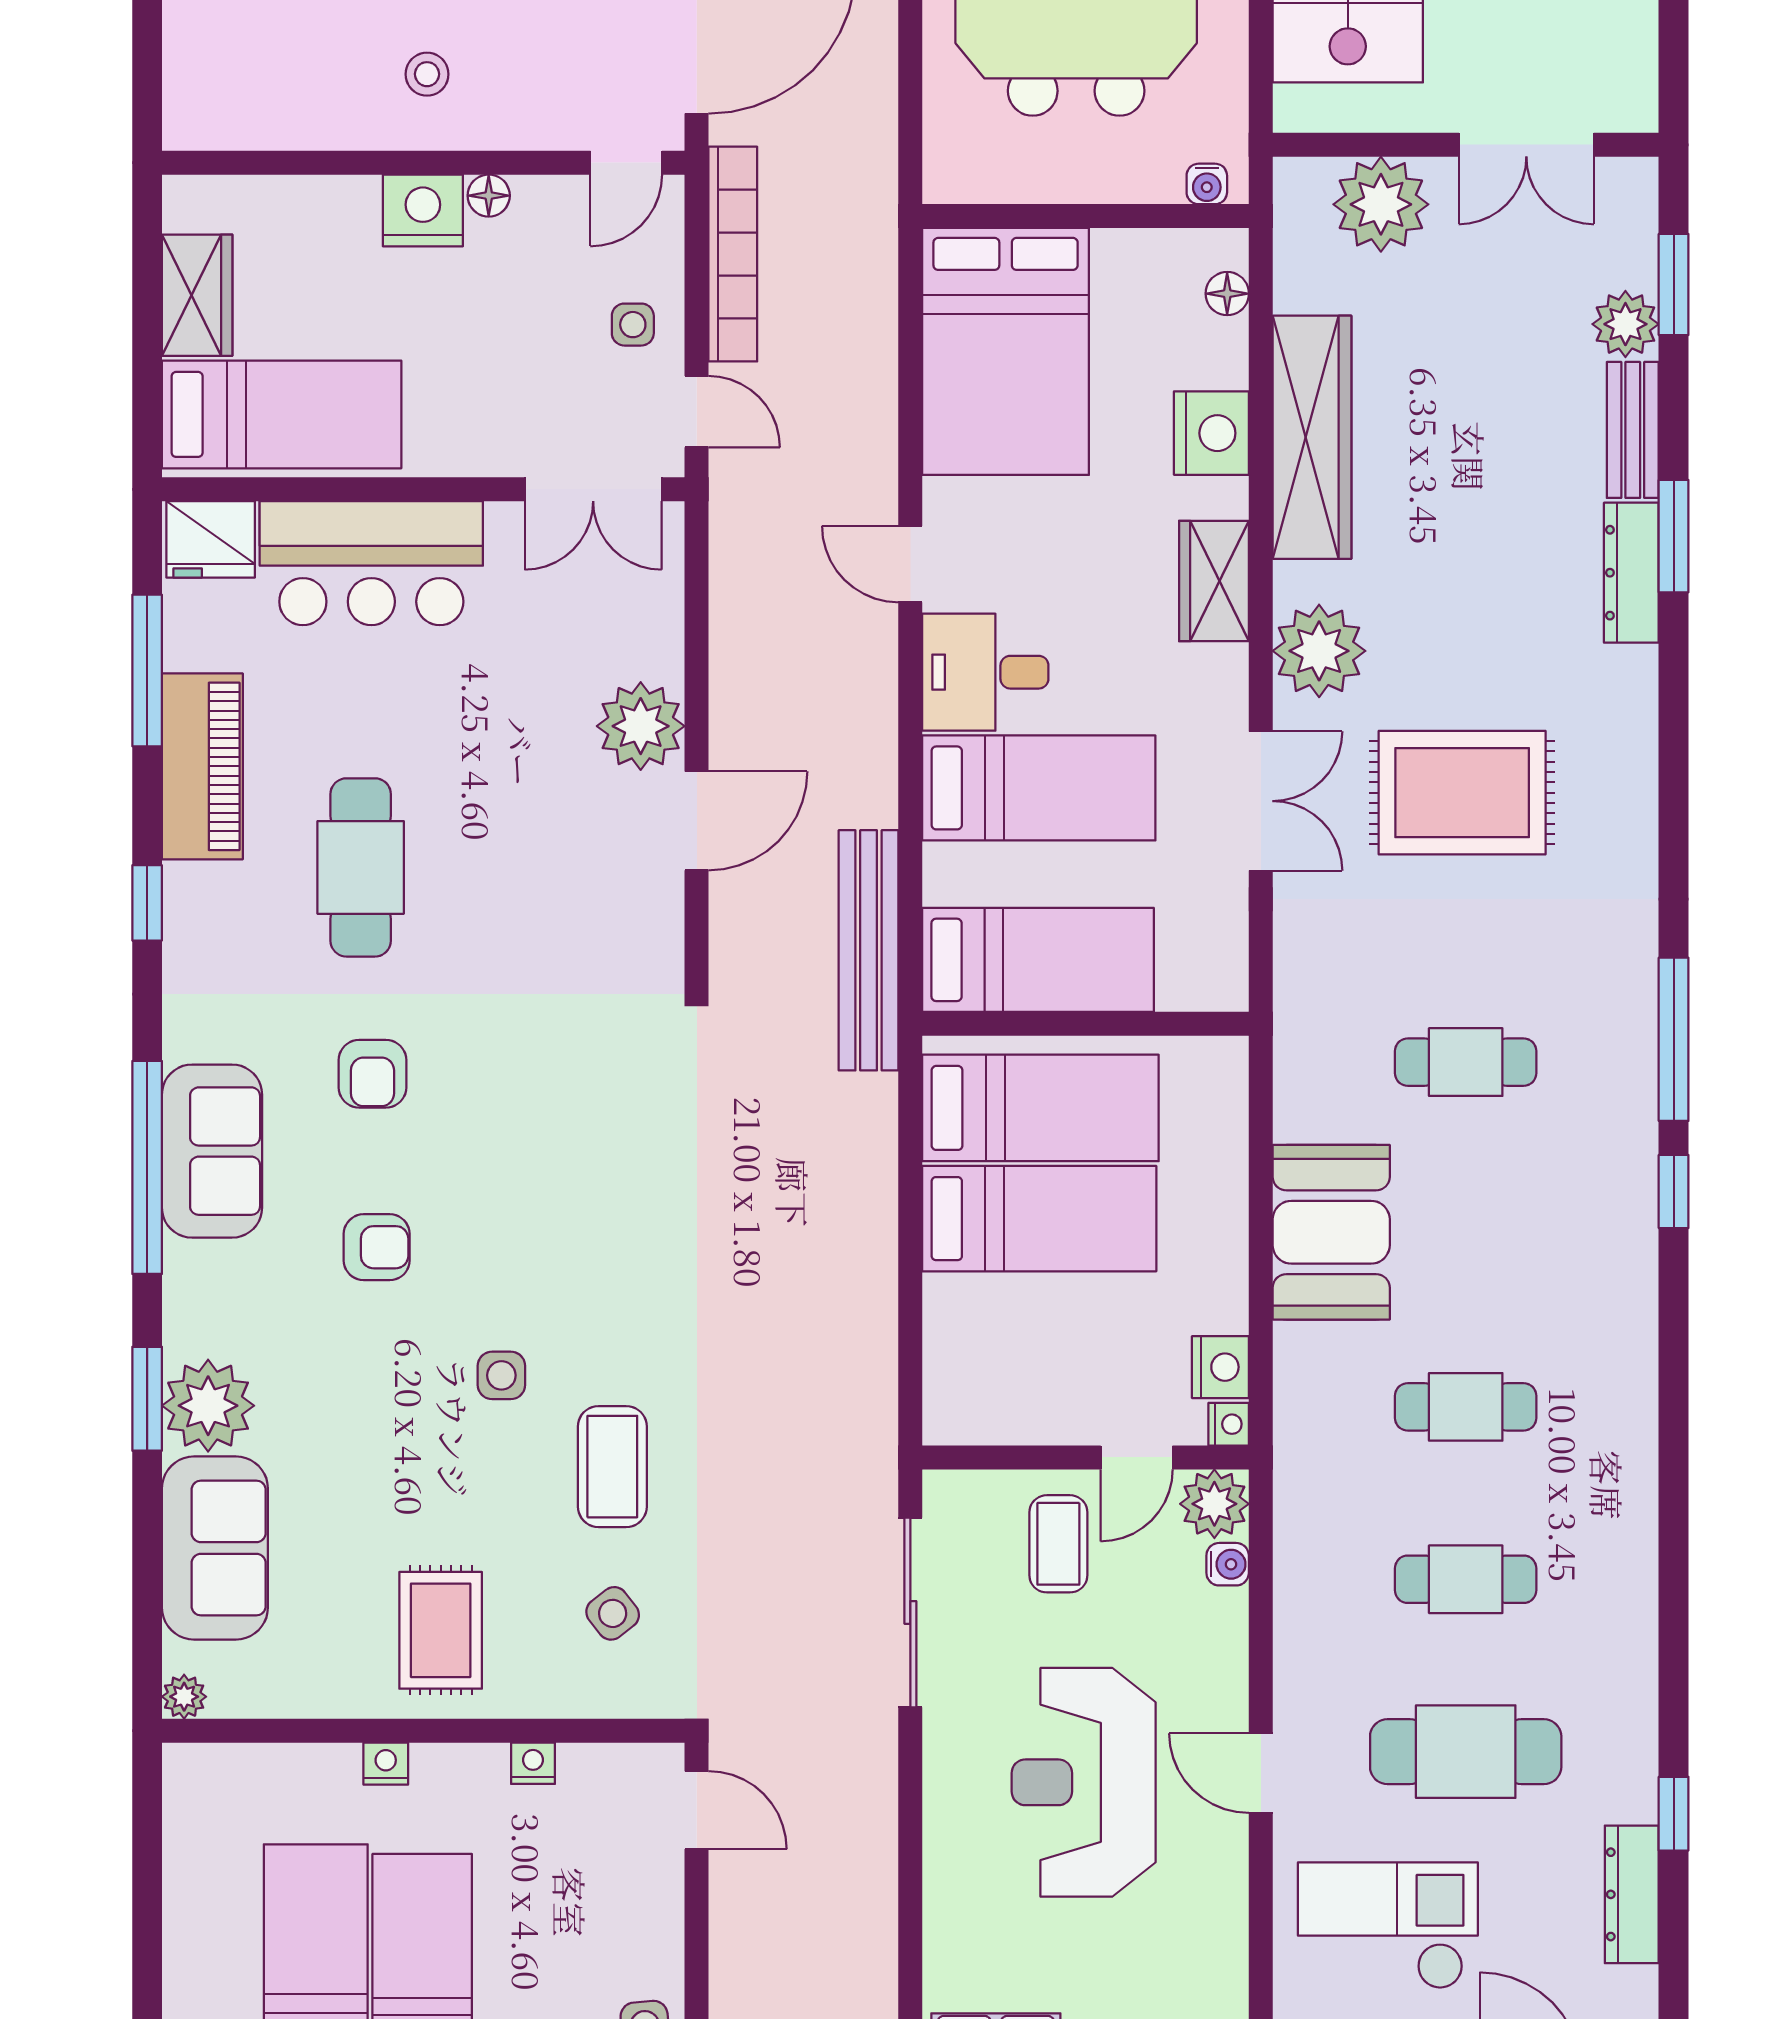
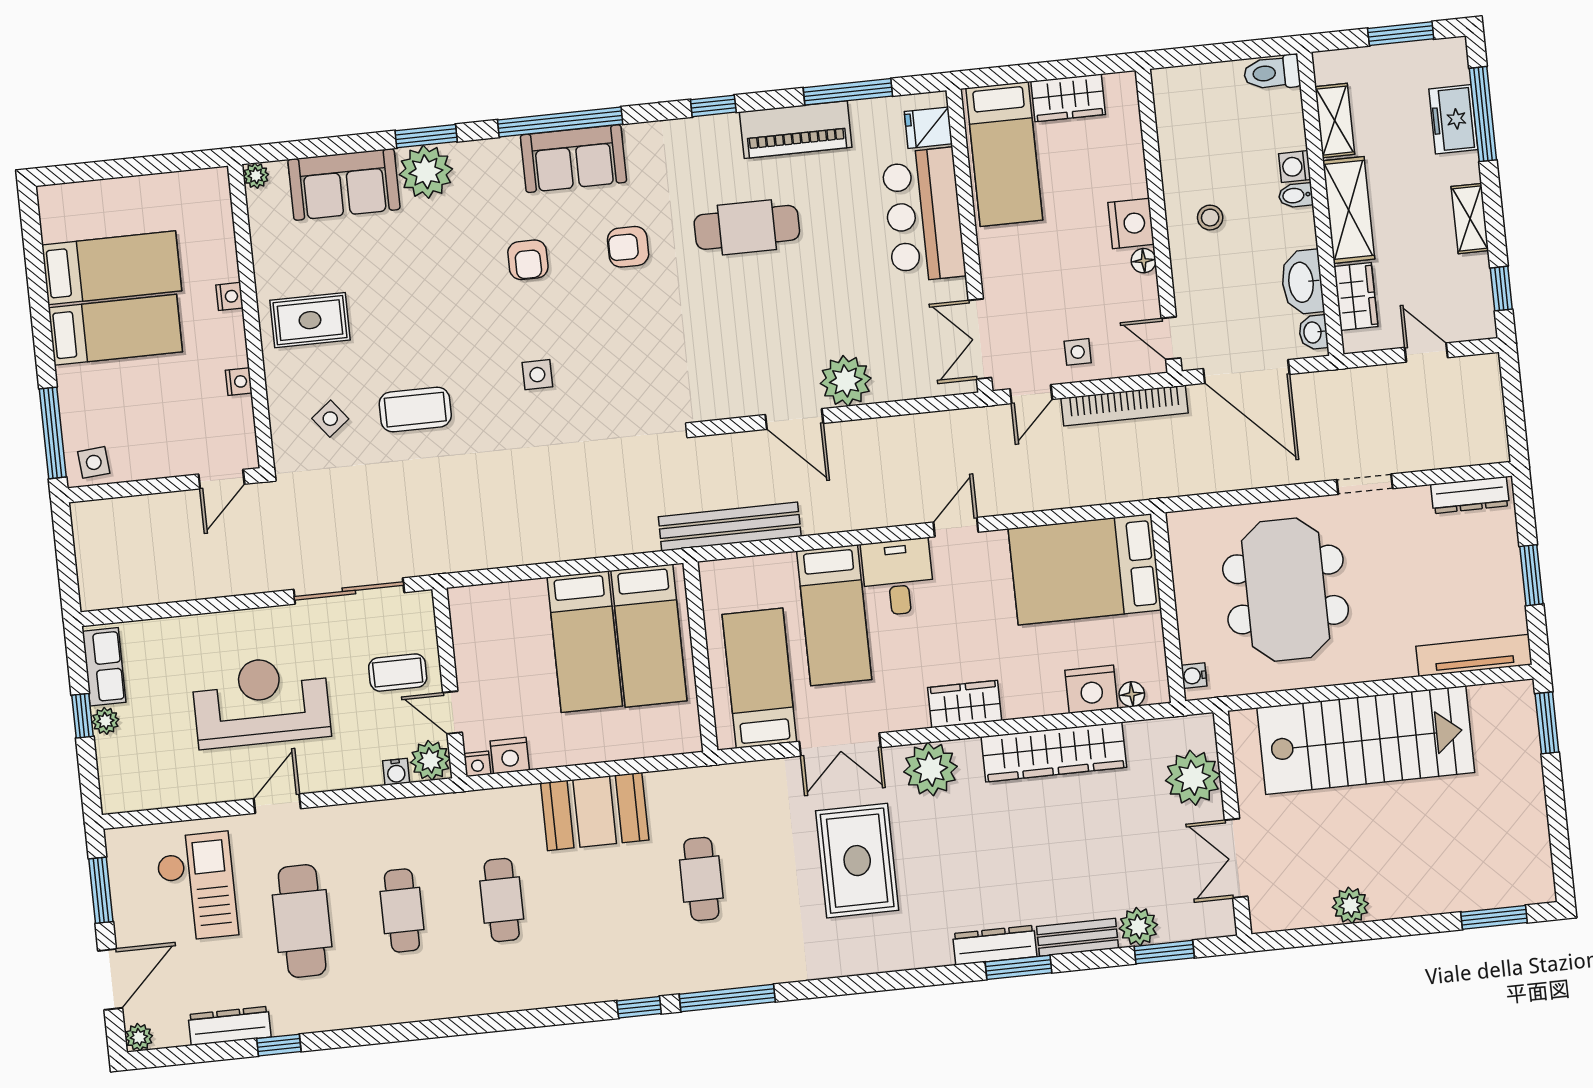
nightstand: (1211, 433) -> (1091, 689), moved
fridge: (211, 539) -> (928, 128), width x0.72
bed: (1038, 960) -> (759, 678), moved, turned 180
side table: (501, 1375) -> (537, 375), moved

